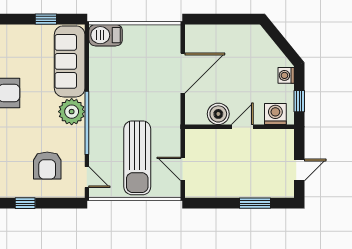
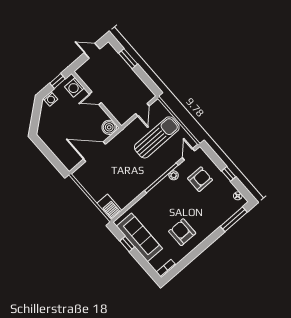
sofa: (70, 61) -> (139, 237), moved, turned -90
plant: (72, 112) -> (174, 175), moved, width x0.53, depth x0.53
boiler: (218, 114) -> (109, 127), moved

